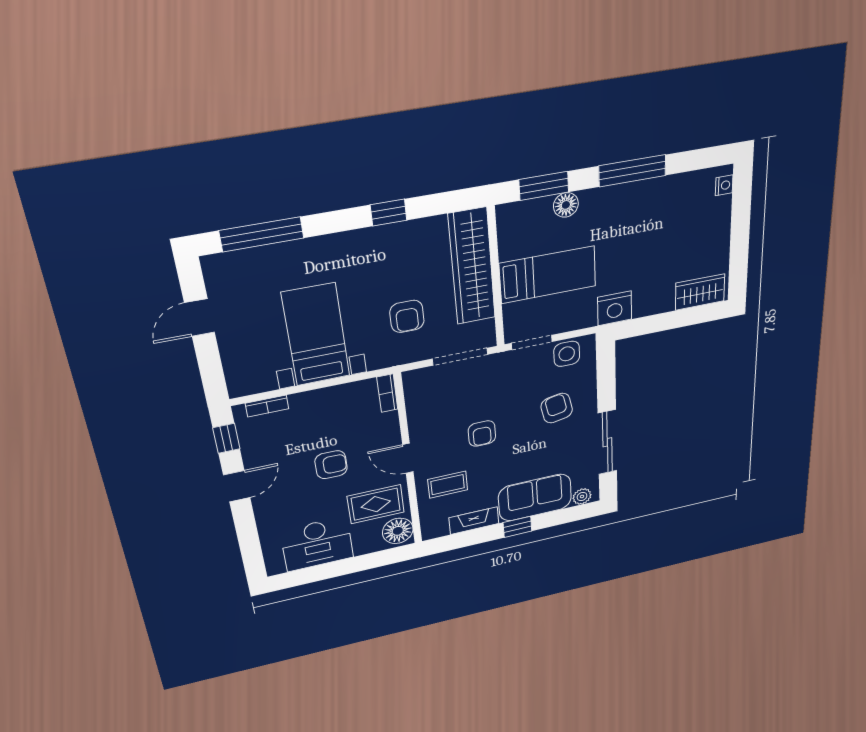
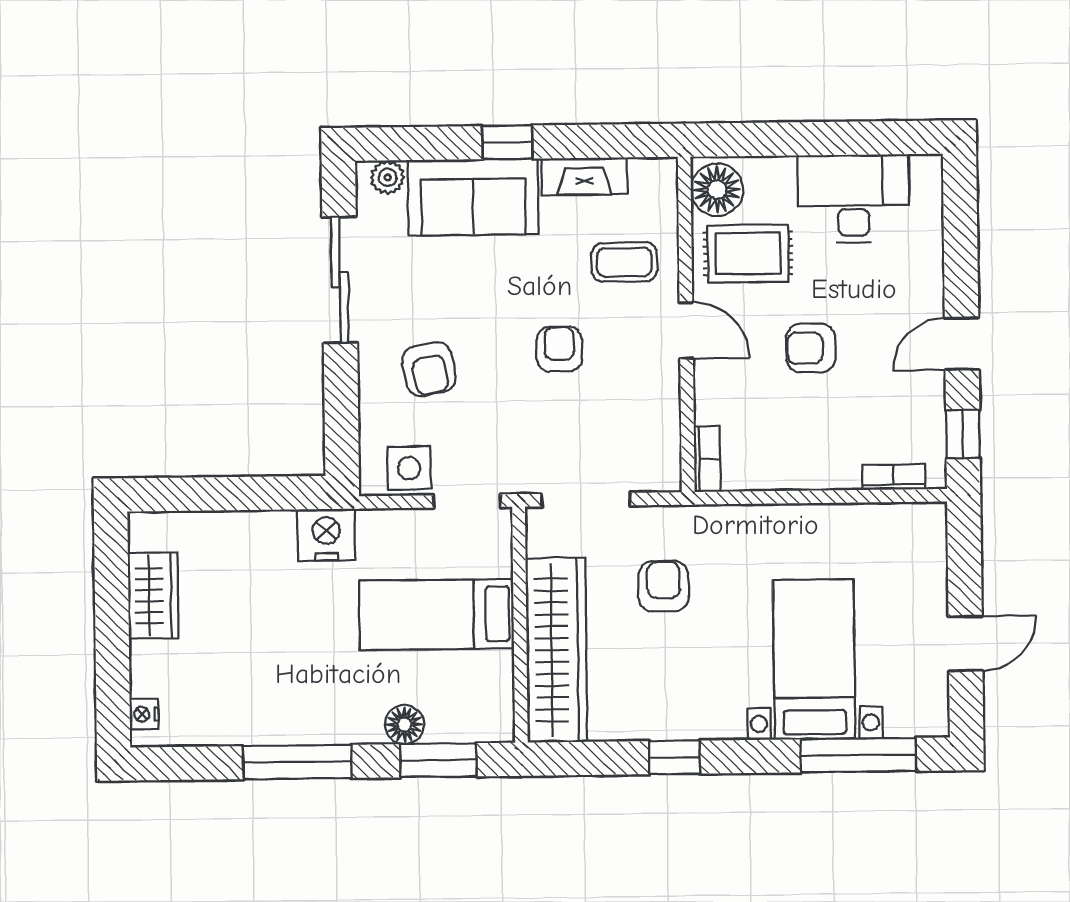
wardrobe: (700, 292) -> (153, 596), moved, turned -90
bed with nightstands: (316, 335) -> (814, 659), moved, turned 180

